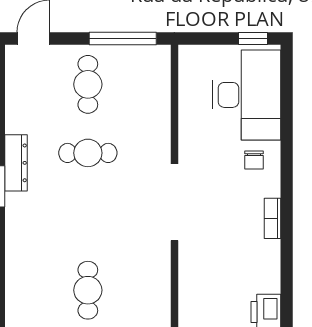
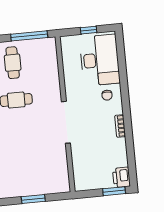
window: (253, 39) -> (89, 30), moved
cafe table: (88, 290) -> (23, 175), removed

